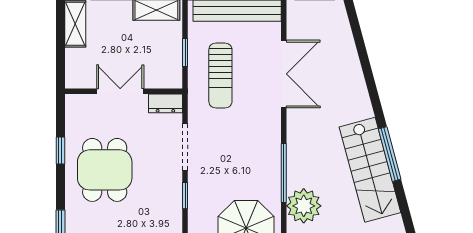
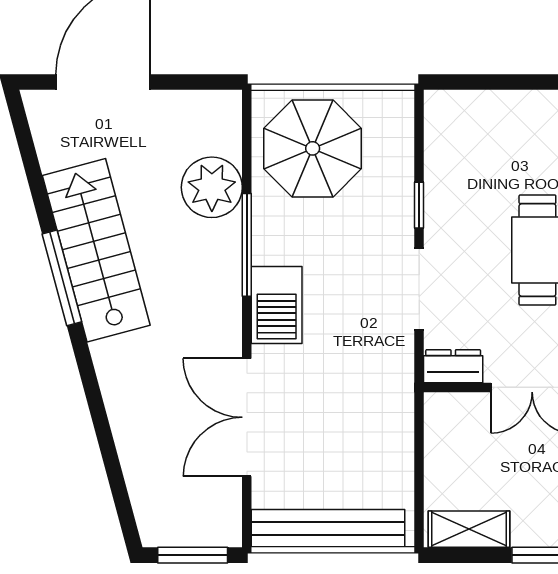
window: (185, 53) -> (419, 455), removed
sun lounger: (220, 76) -> (357, 415), removed
barbecue: (267, 138) -> (277, 305), added

